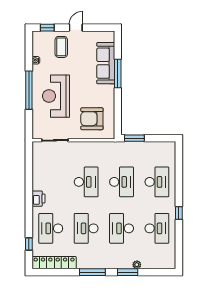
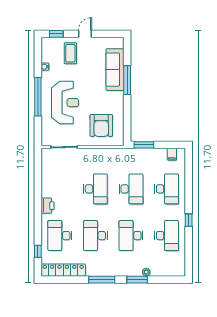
reception desk: (56, 96) -> (65, 103), turned 180
armchair: (92, 119) -> (101, 125), turned -90
filing cabinet: (162, 147) -> (172, 154), added

